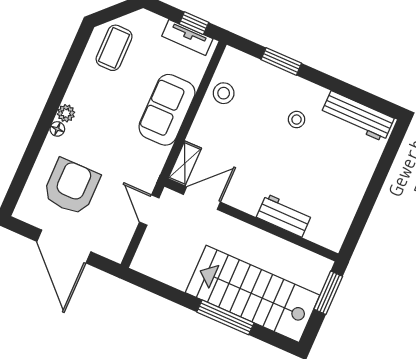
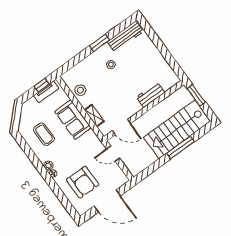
coffee table: (114, 48) -> (44, 134), moved
window: (281, 61) -> (100, 43), moved
shelving: (185, 163) -> (94, 116), moved
armchair: (71, 187) -> (83, 182), turned 180
door: (202, 198) -> (121, 127), swing flipped

